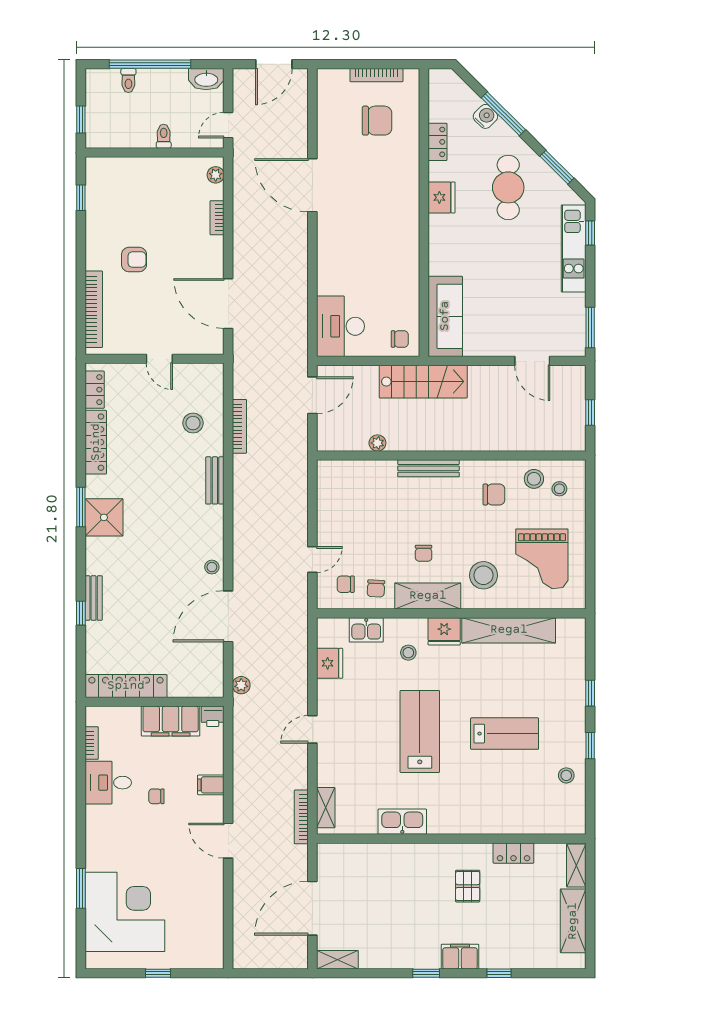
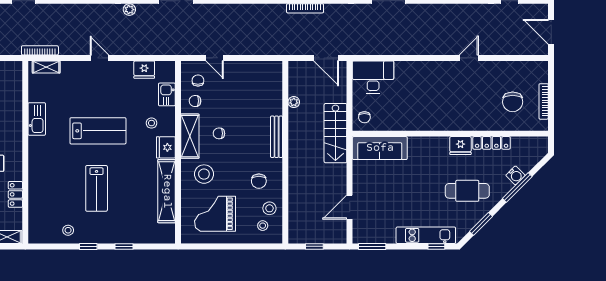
locker: (438, 142) -> (492, 143), width x1.53
door: (312, 185) -> (469, 58), width x0.53

